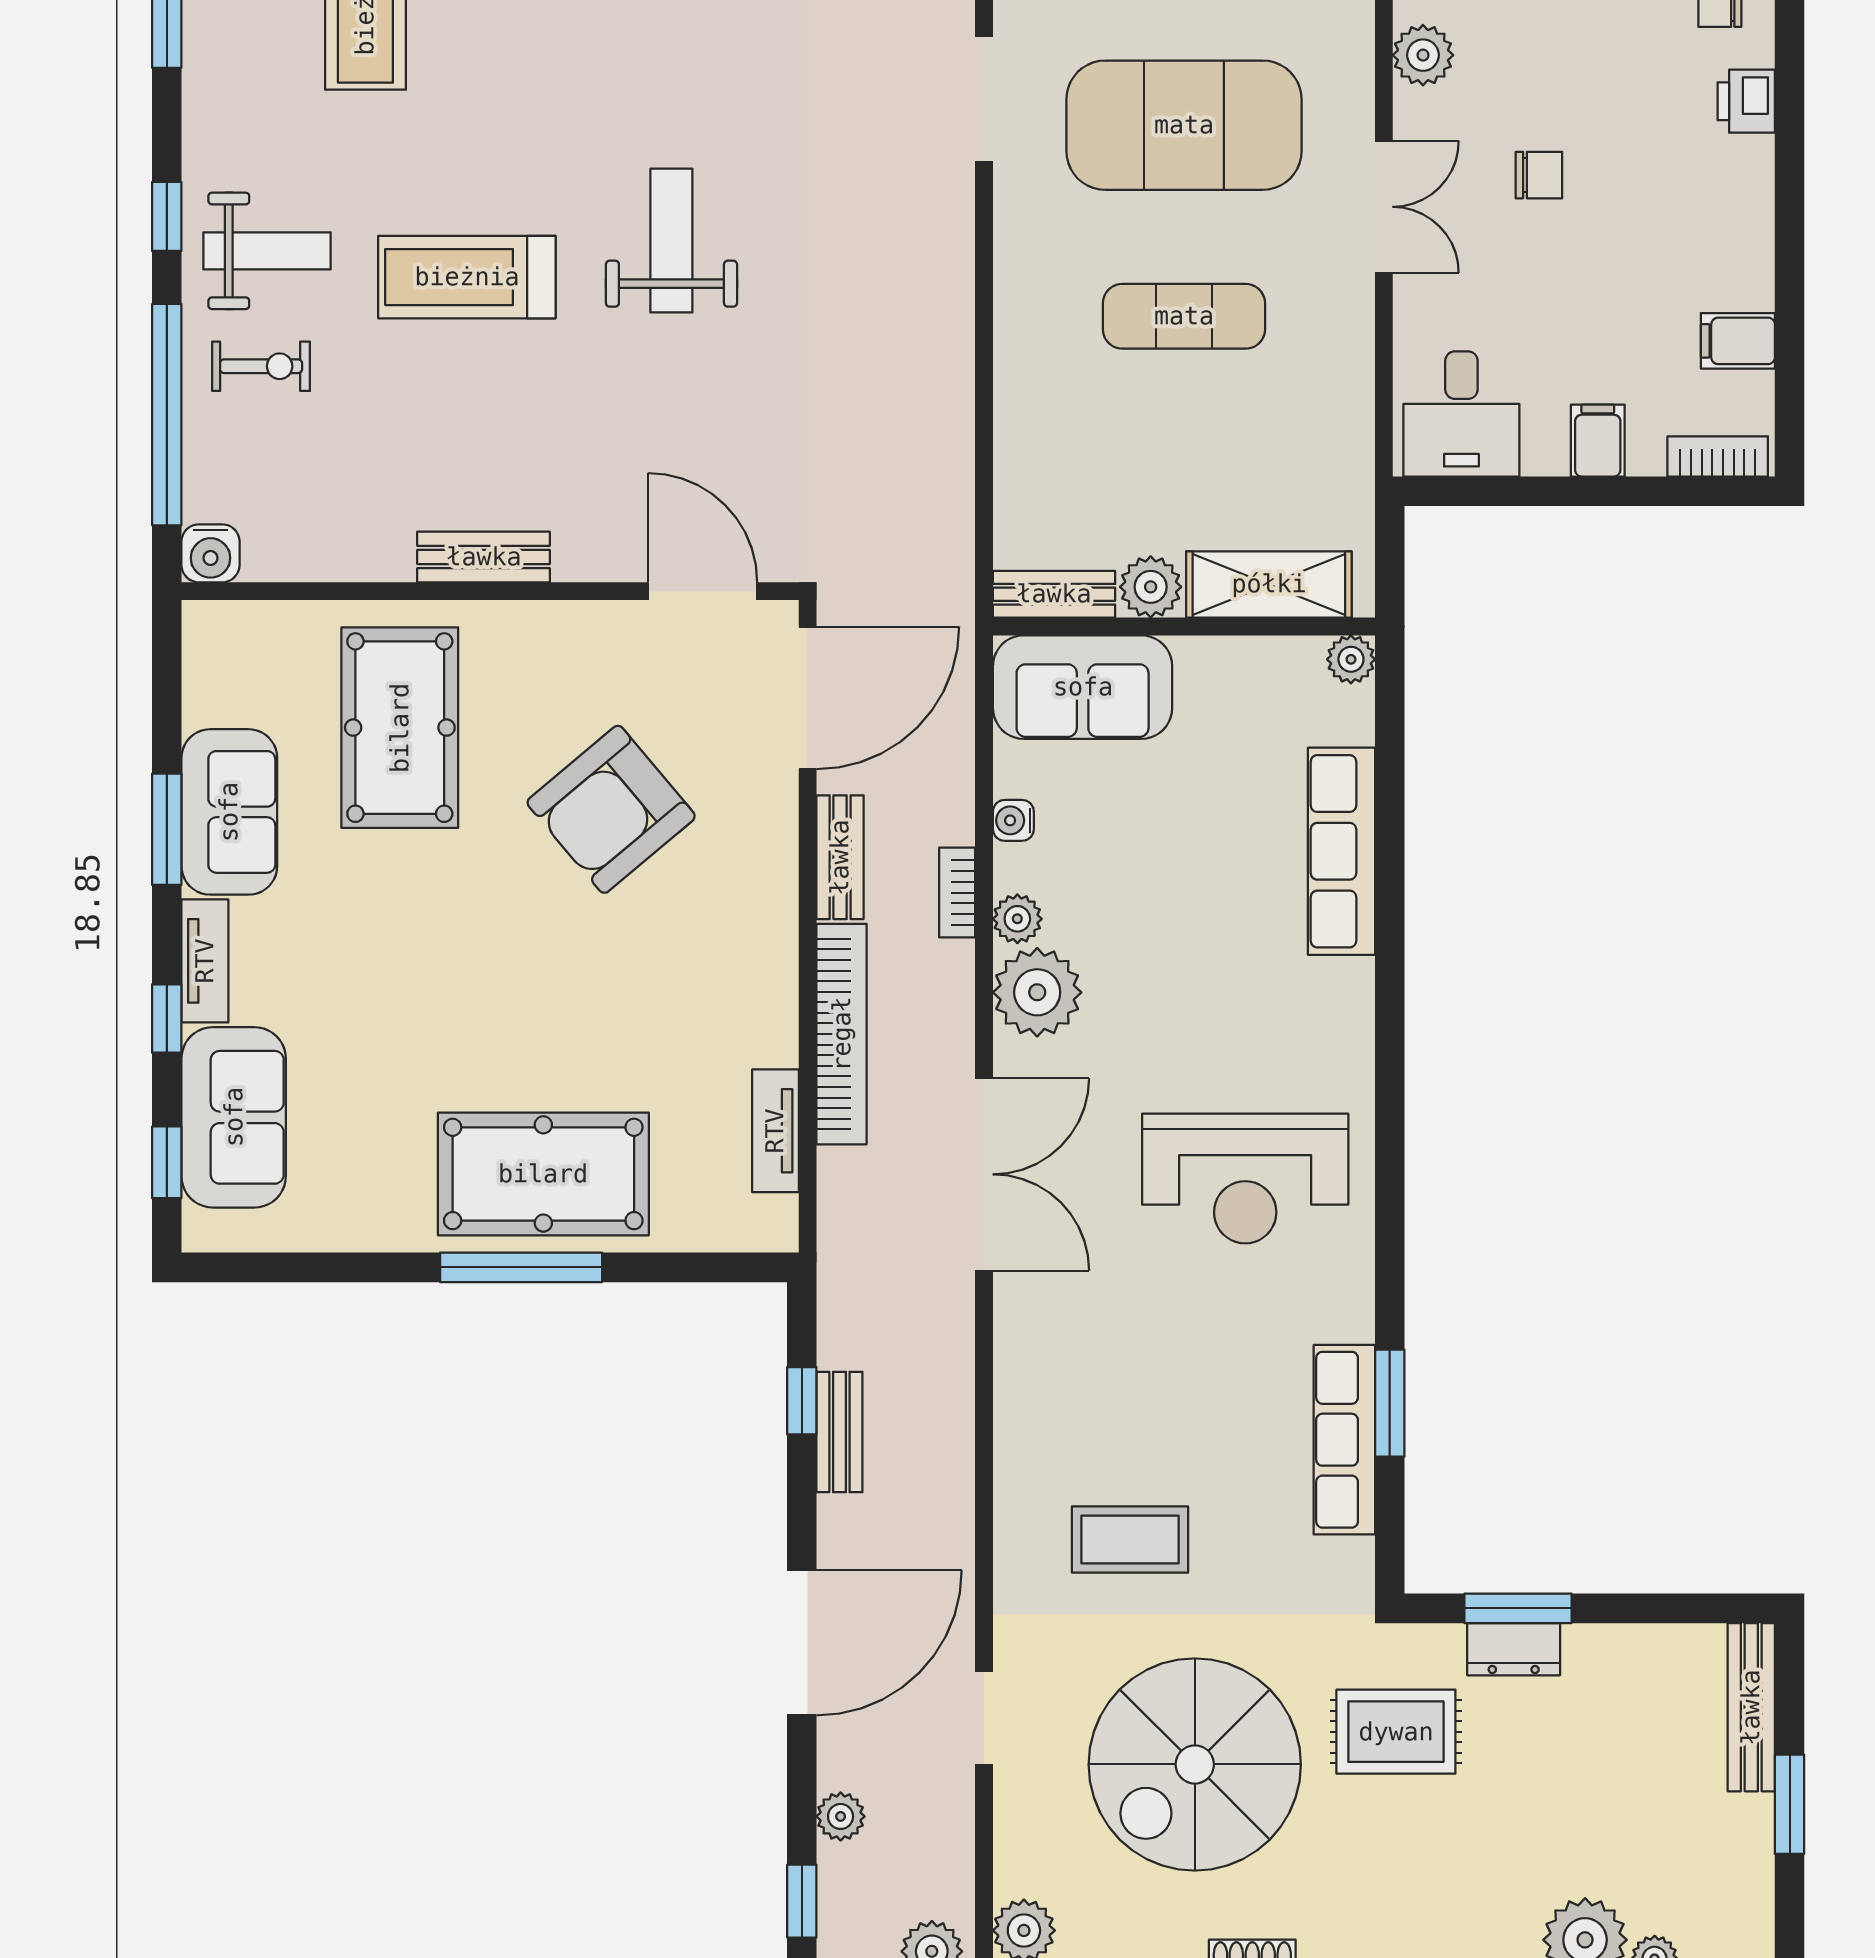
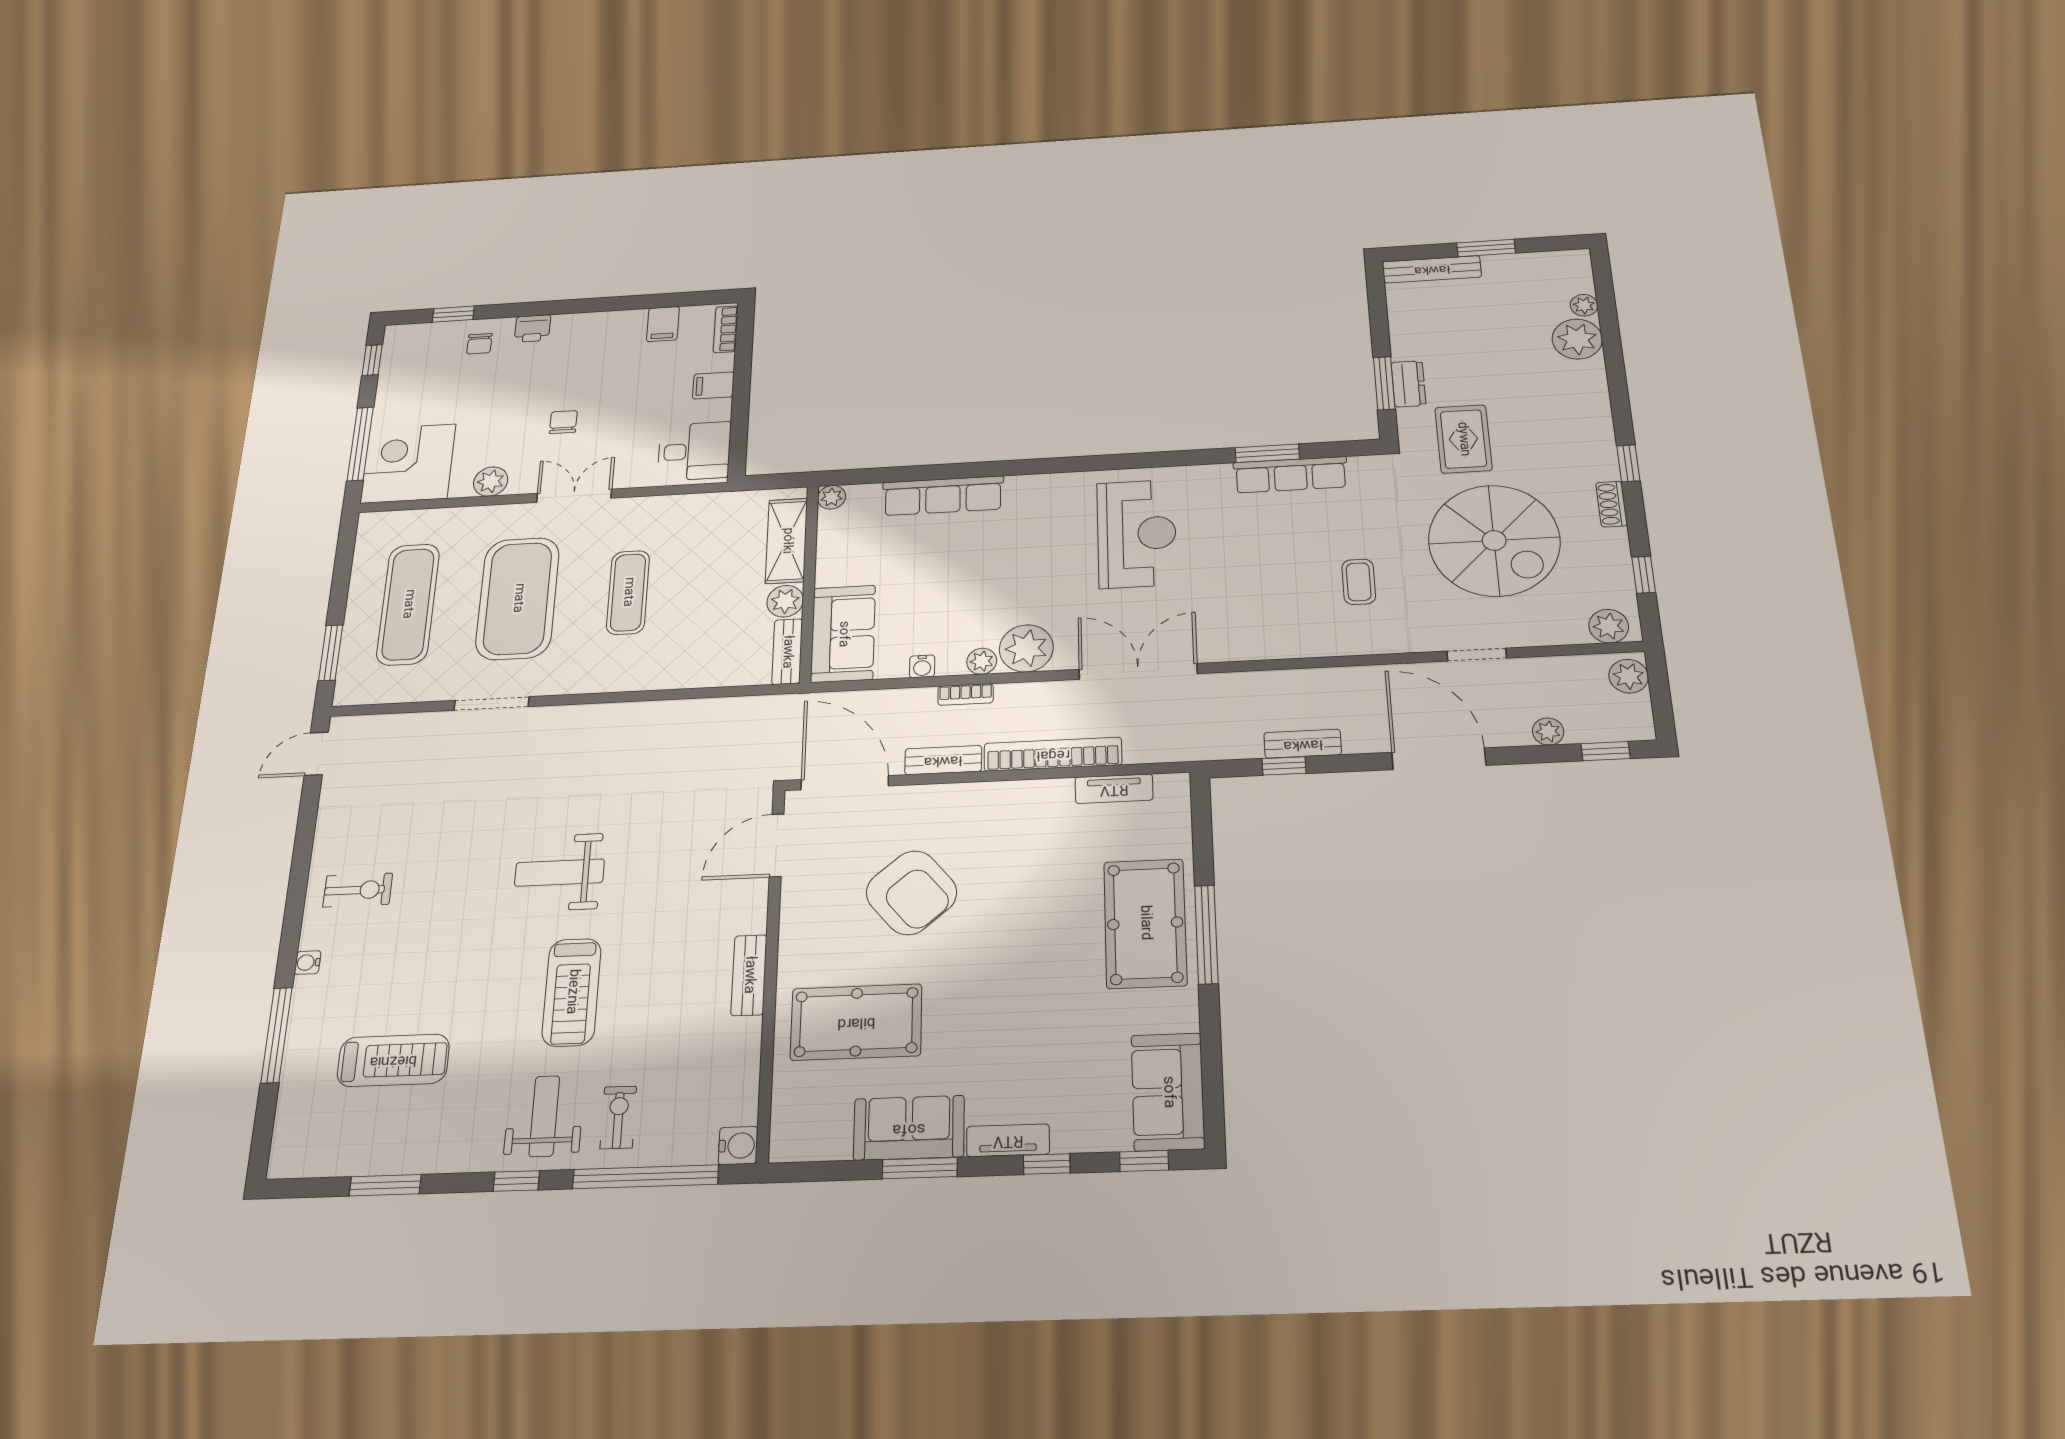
sofa: (234, 1117) -> (1168, 1092), moved, turned -90
coffee table: (1130, 1539) -> (1359, 582), width x0.73, depth x0.77

